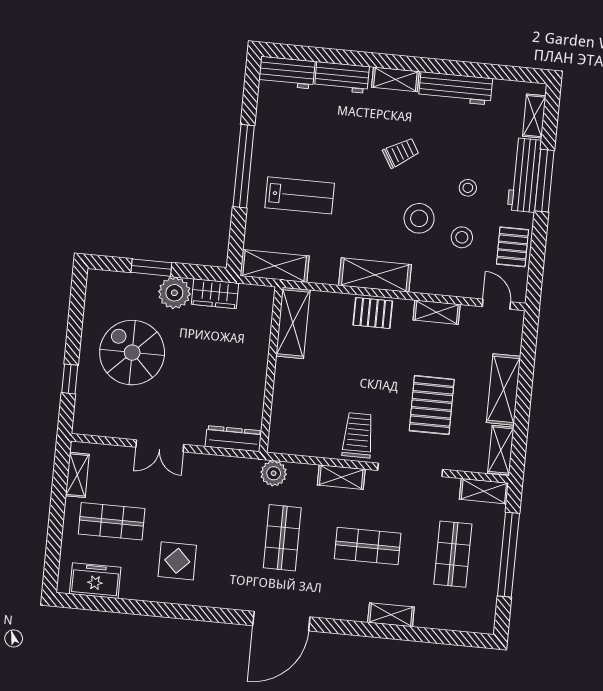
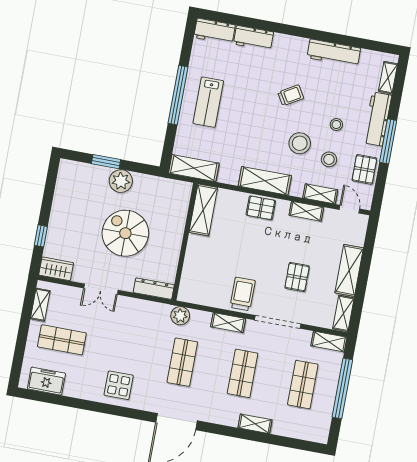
shelving: (395, 79) -> (320, 194), moved
window: (544, 181) -> (388, 141), moved
lab bench: (300, 195) -> (208, 102), moved, turned 90
wardrobe: (215, 294) -> (56, 269), moved, turned 180
spiral stairs: (132, 353) -> (125, 233), moved
pallet: (432, 405) -> (297, 277), width x0.67, depth x0.71
shop shelf: (368, 546) -> (243, 373), turned 90
display table: (177, 561) -> (119, 385), moved

